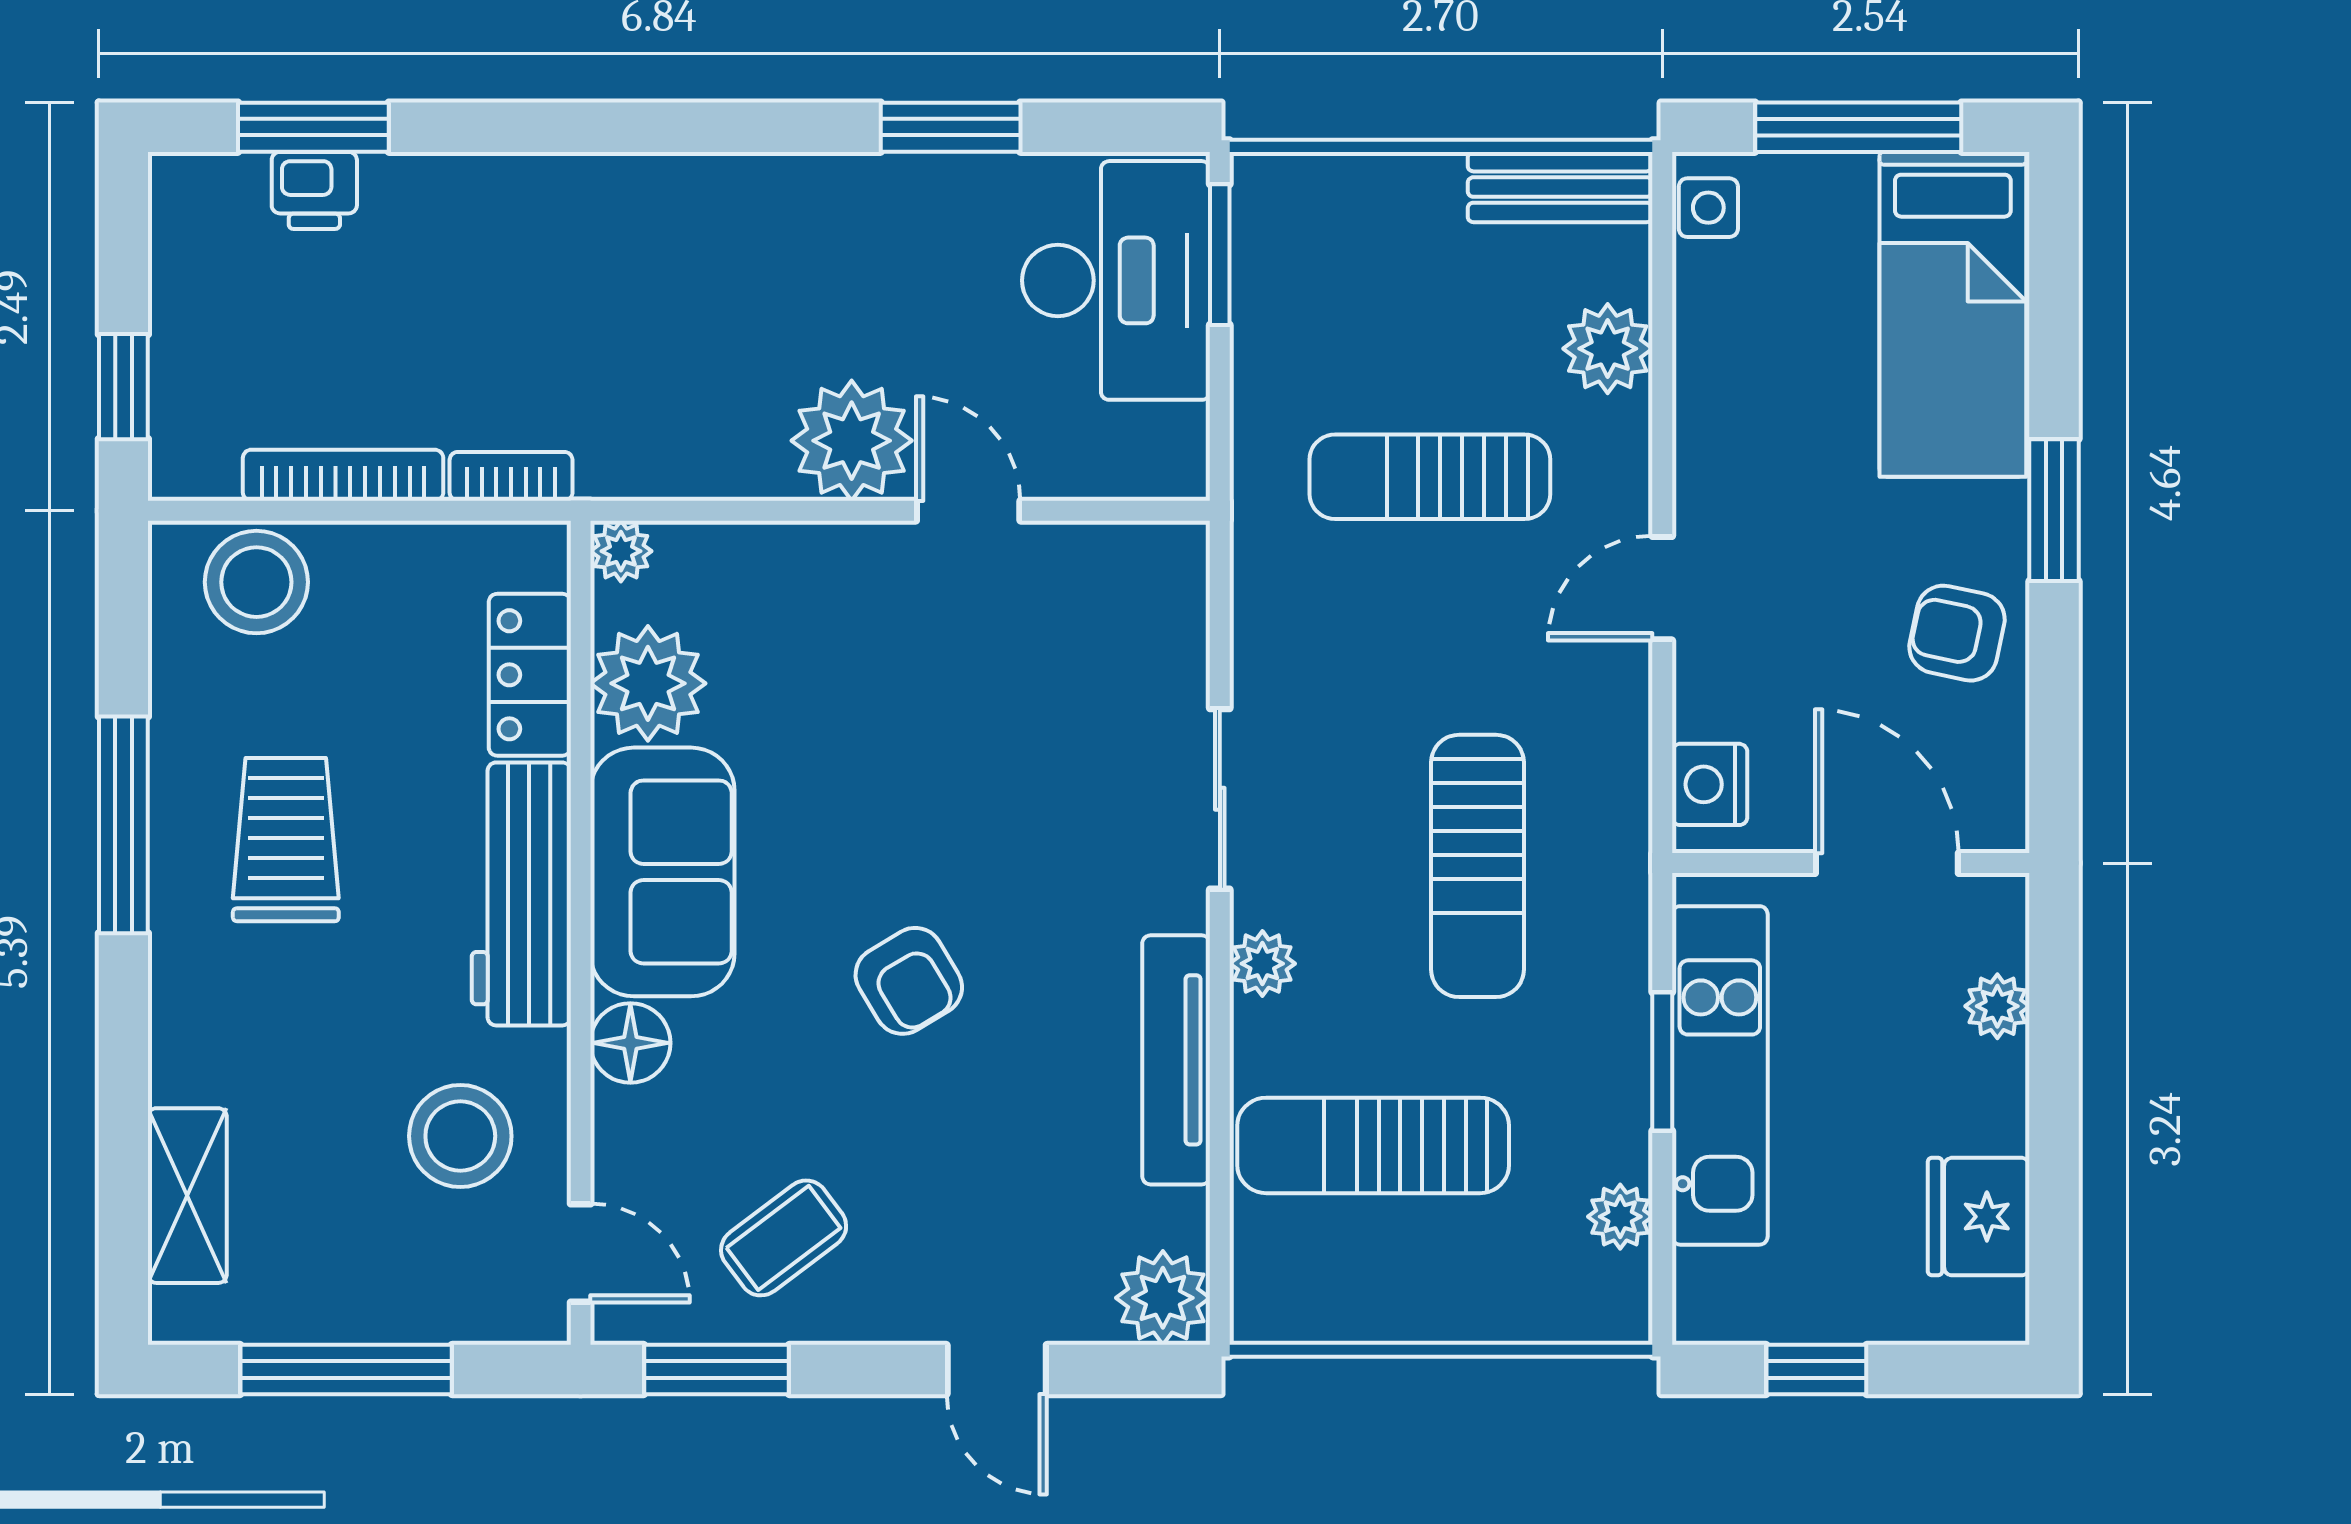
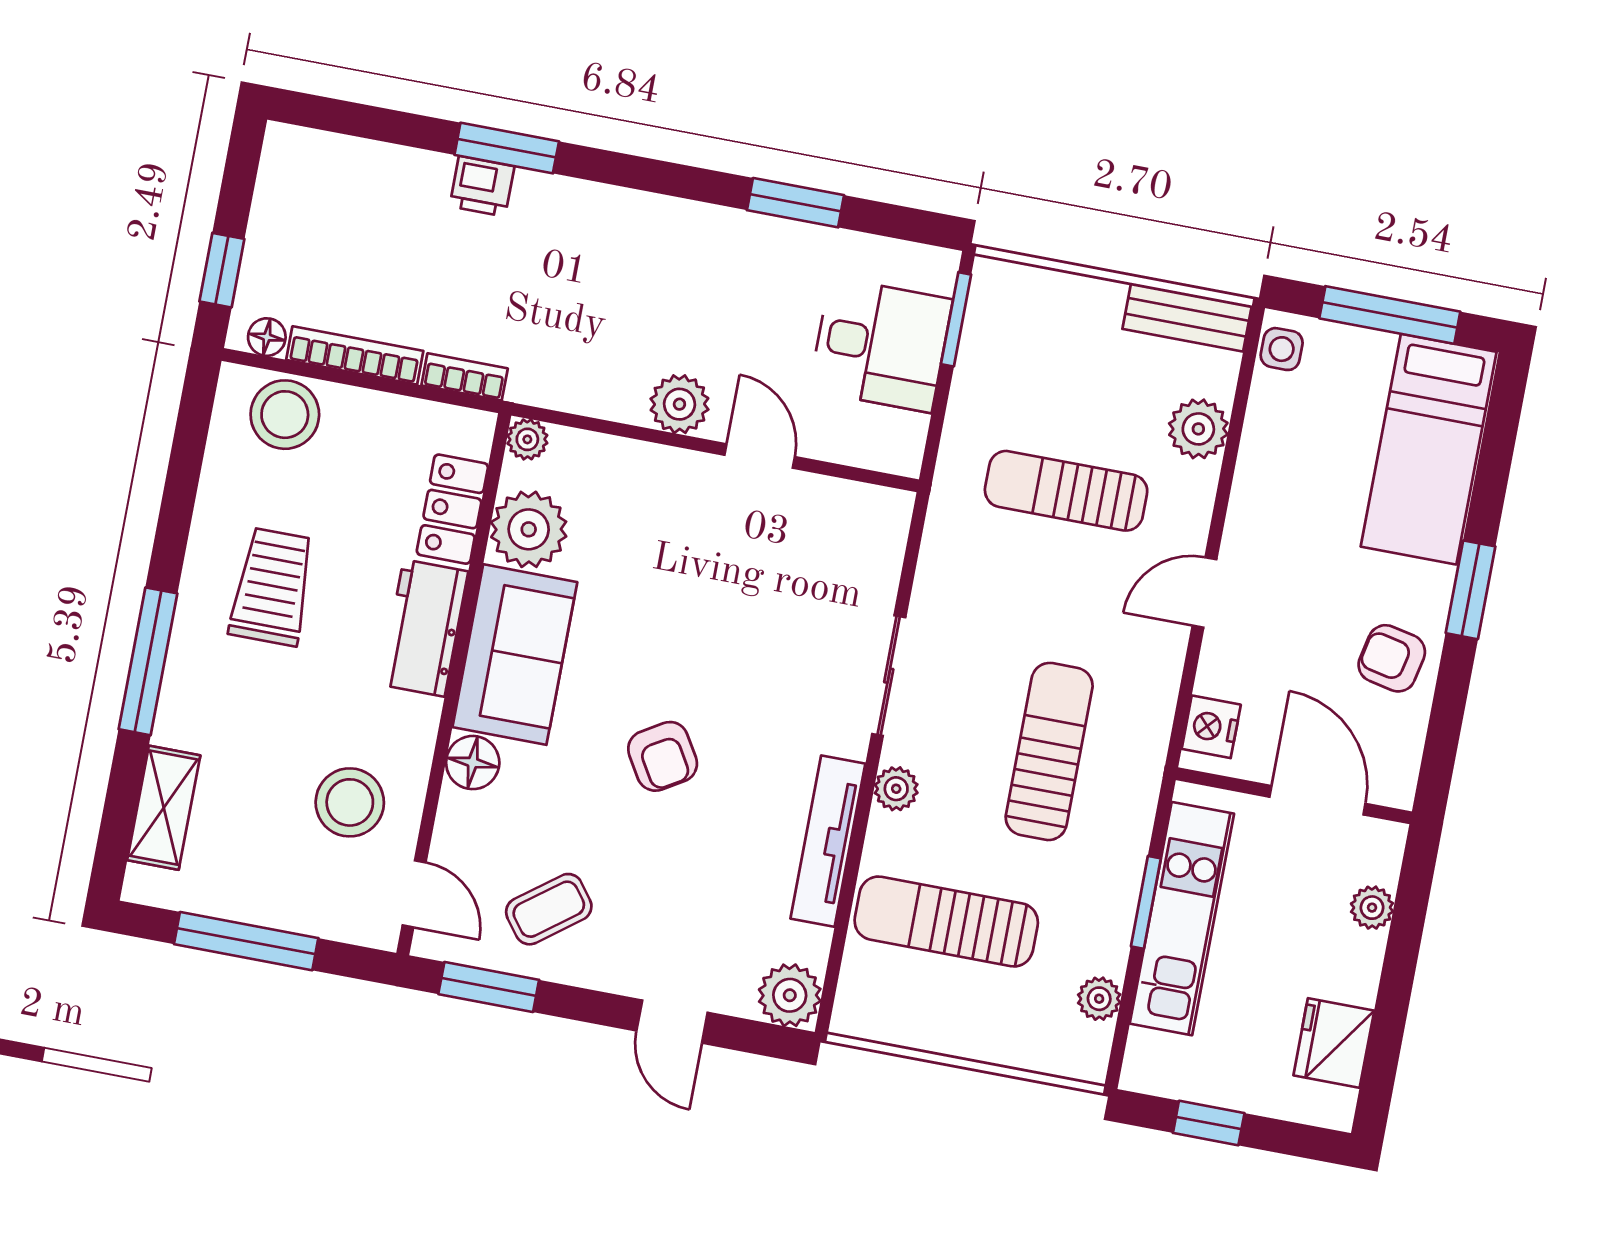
window: (313, 127) -> (507, 148), moved
printer: (314, 190) -> (482, 186), moved
desk: (1116, 280) -> (881, 345), width x0.73
plant: (852, 441) -> (679, 404), width x0.73, depth x0.73
floor lamp: (208, 473) -> (267, 337), added
window: (123, 825) -> (148, 661), moved
sun lounger: (1478, 866) -> (1049, 751), turned 180
workbench: (521, 894) -> (424, 628), width x0.73

